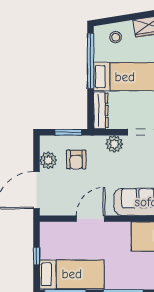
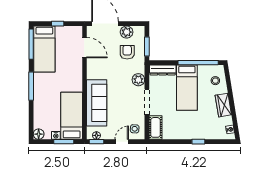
armchair: (76, 159) -> (127, 52), turned 90
door: (91, 219) -> (84, 48), moved

